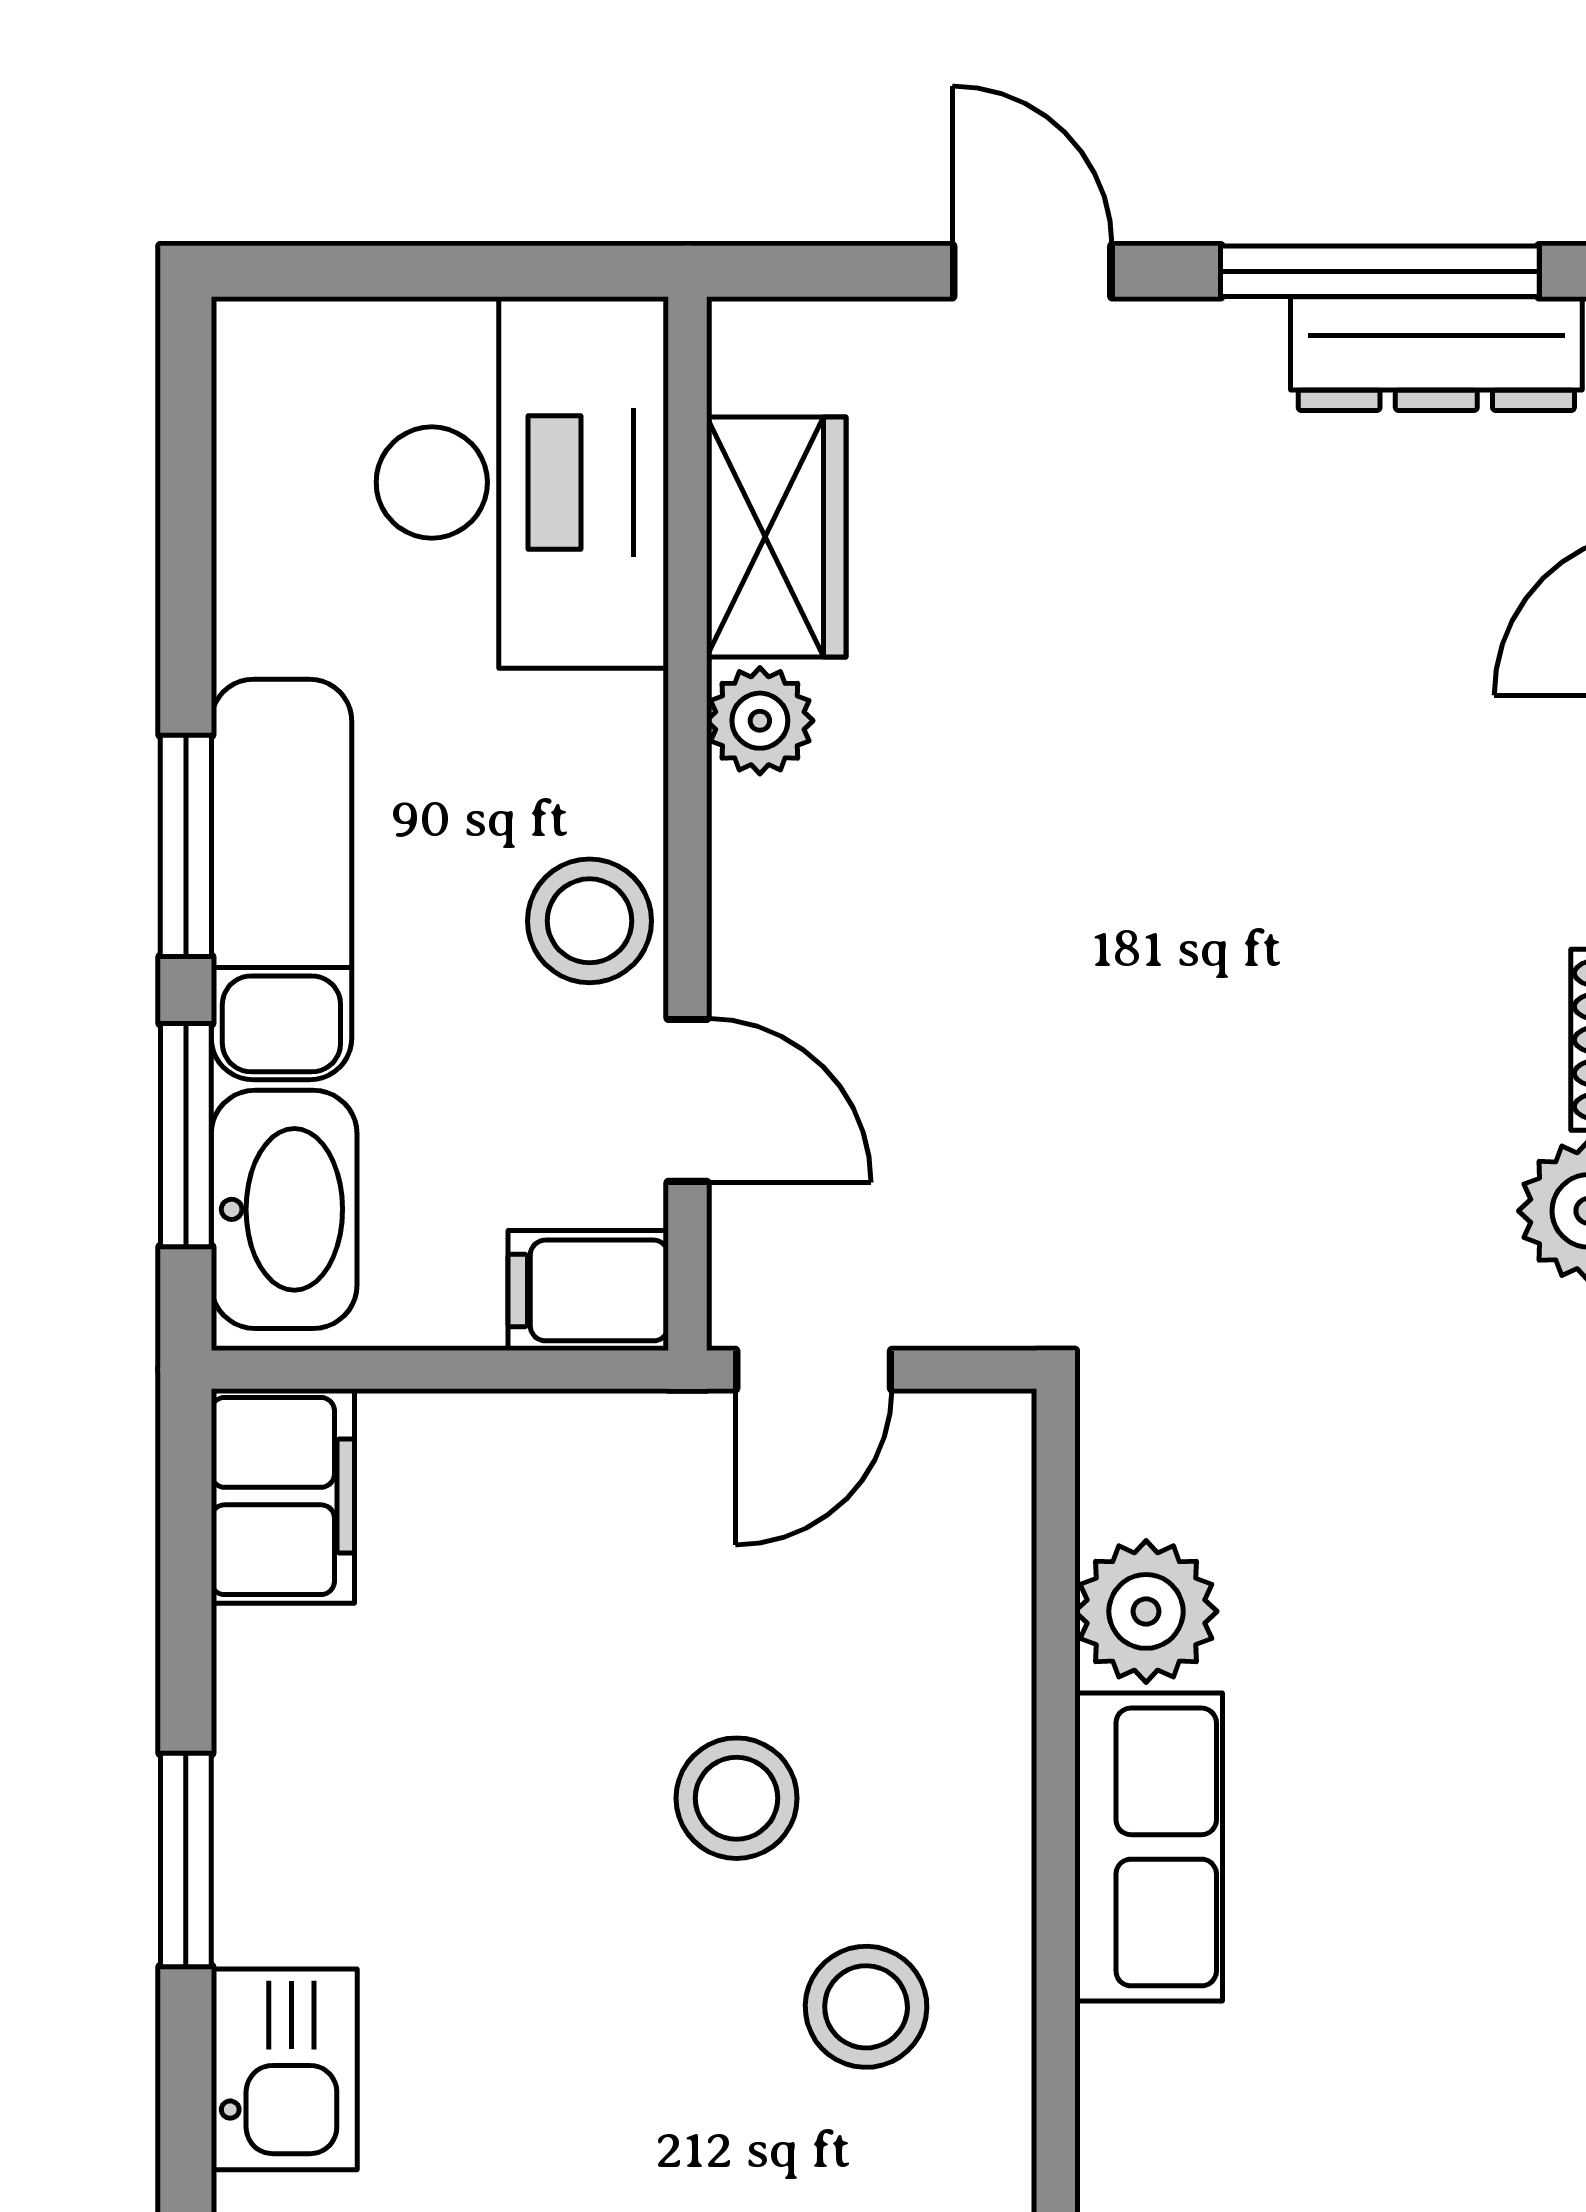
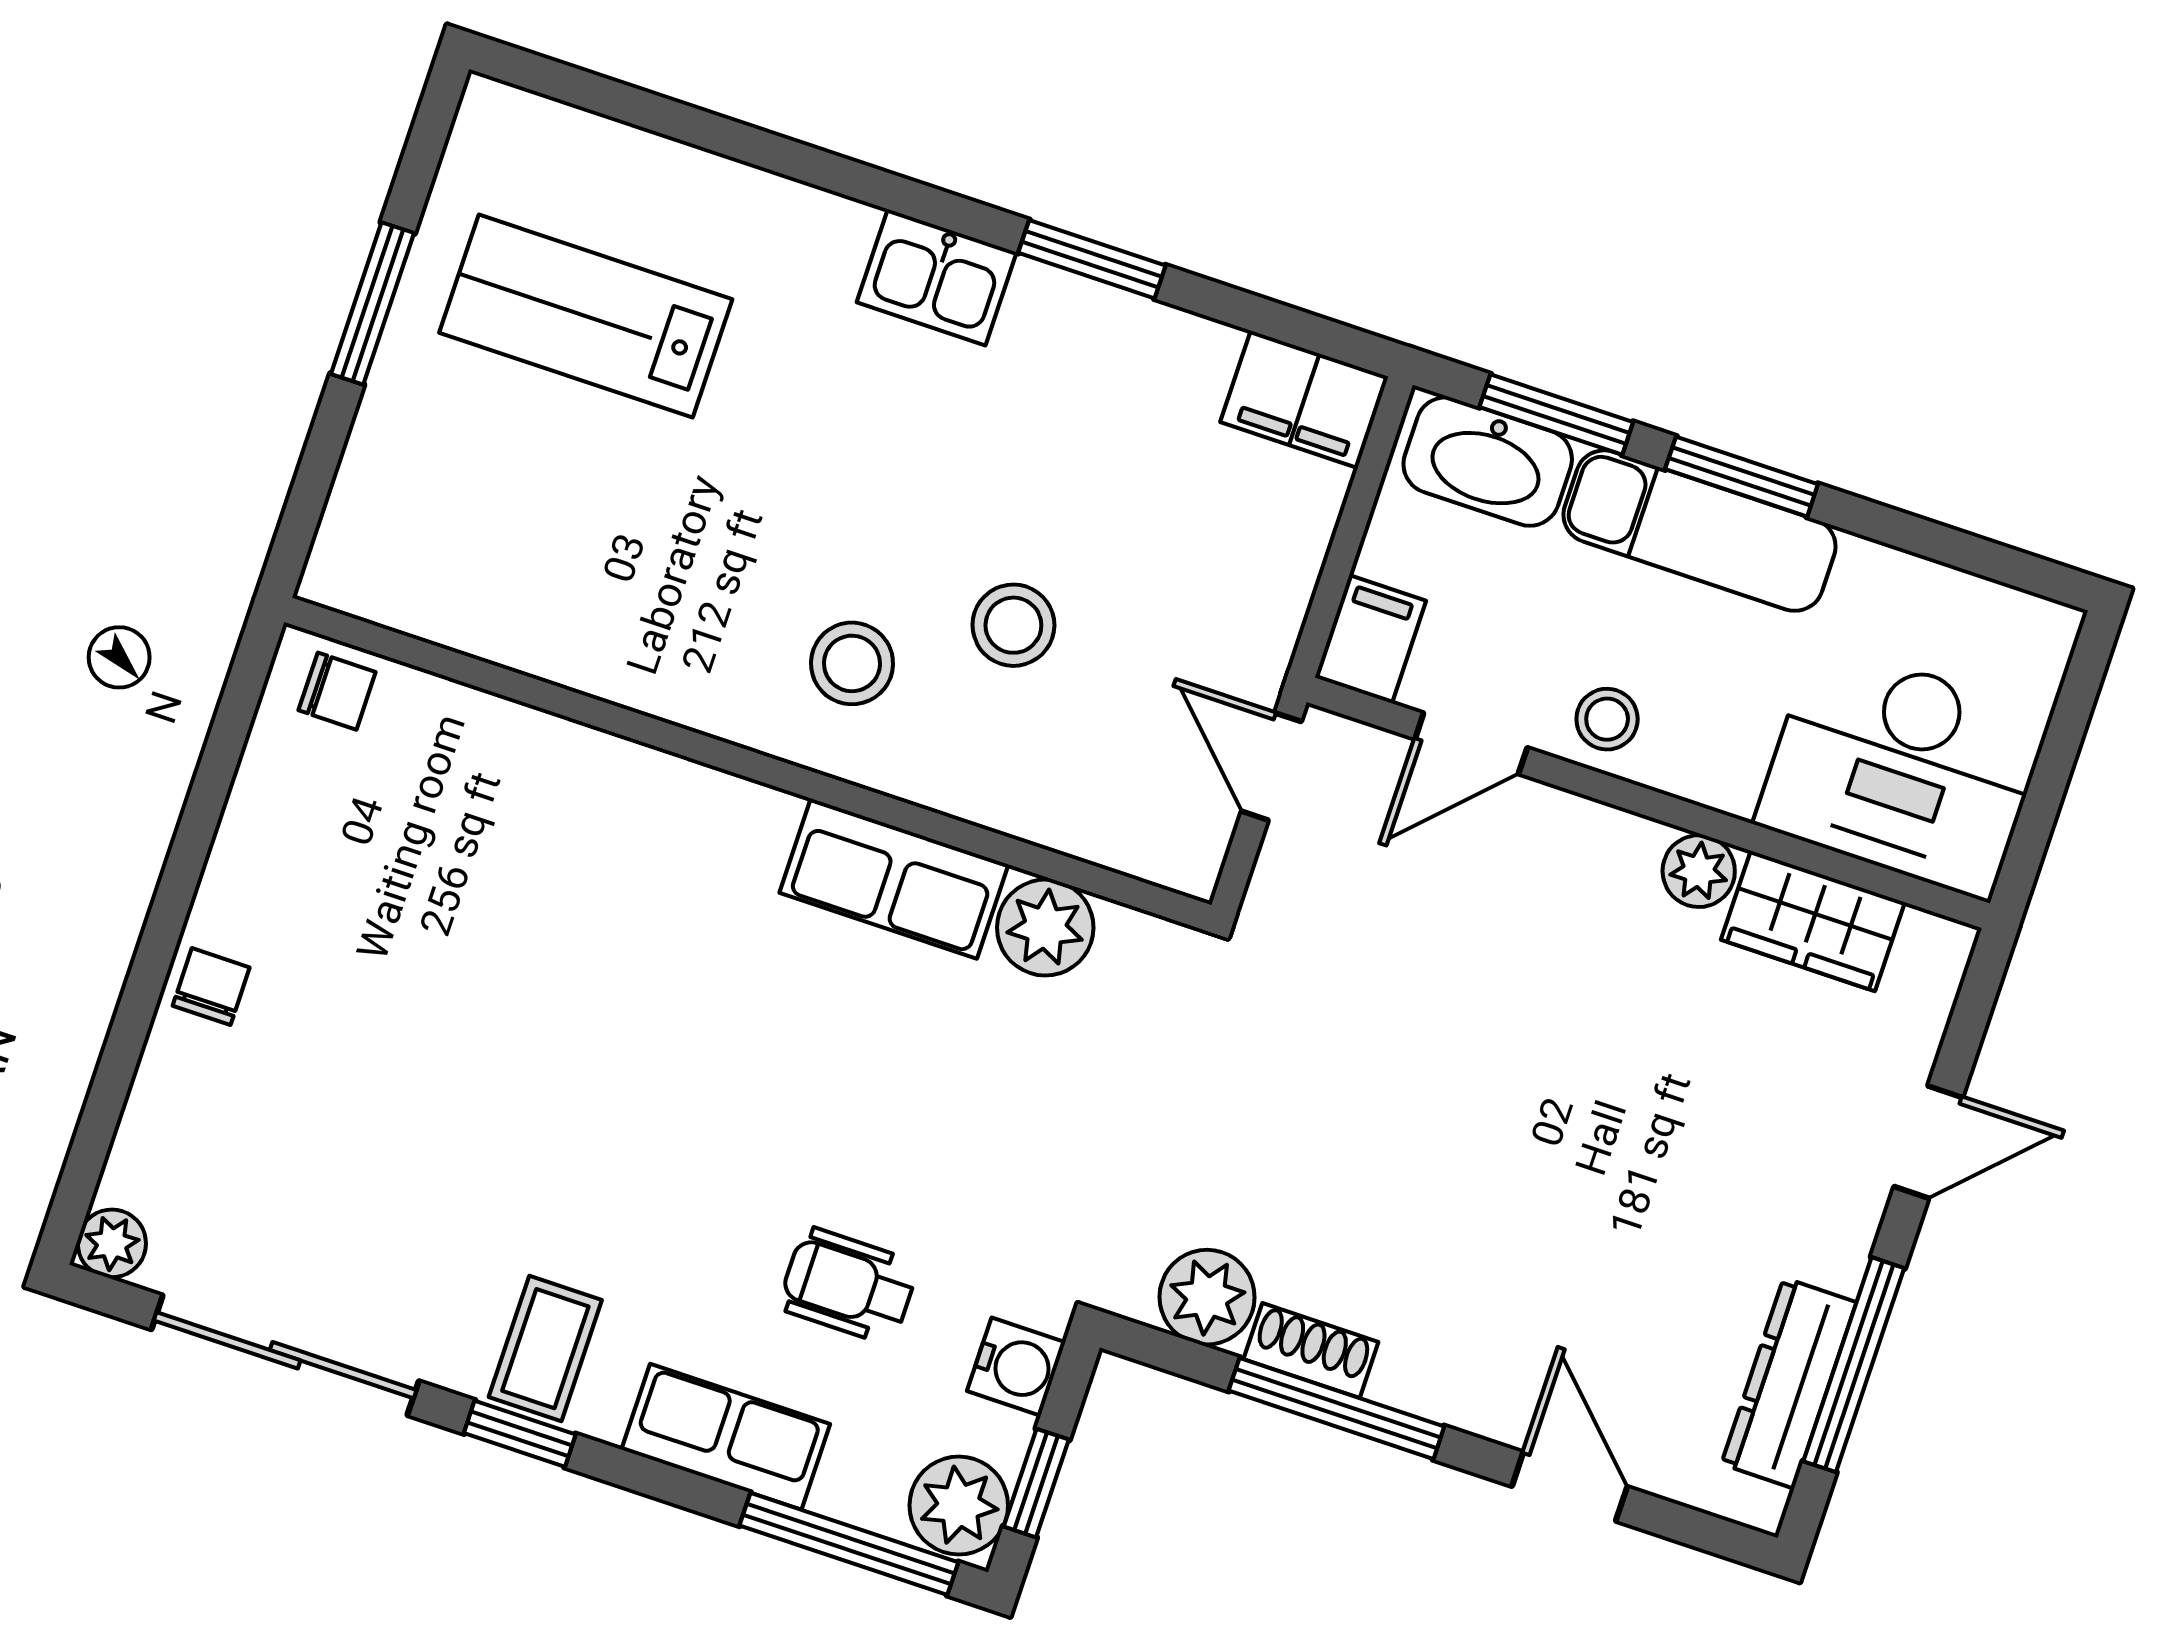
stool: (590, 921) -> (1607, 719), width x0.73, depth x0.73

